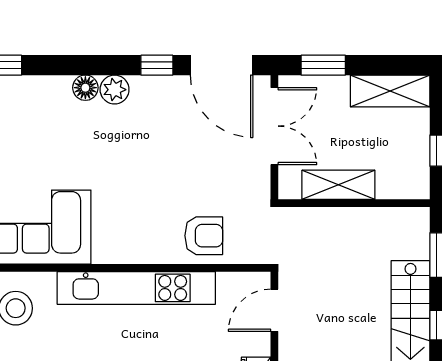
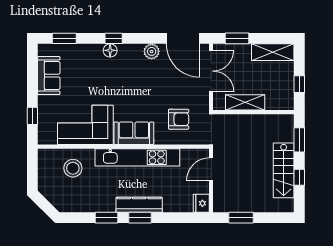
window: (157, 65) -> (114, 38), moved
plant: (115, 90) -> (152, 51), moved
armchair: (204, 236) -> (179, 119), moved
sofa: (130, 243) -> (134, 133), added

